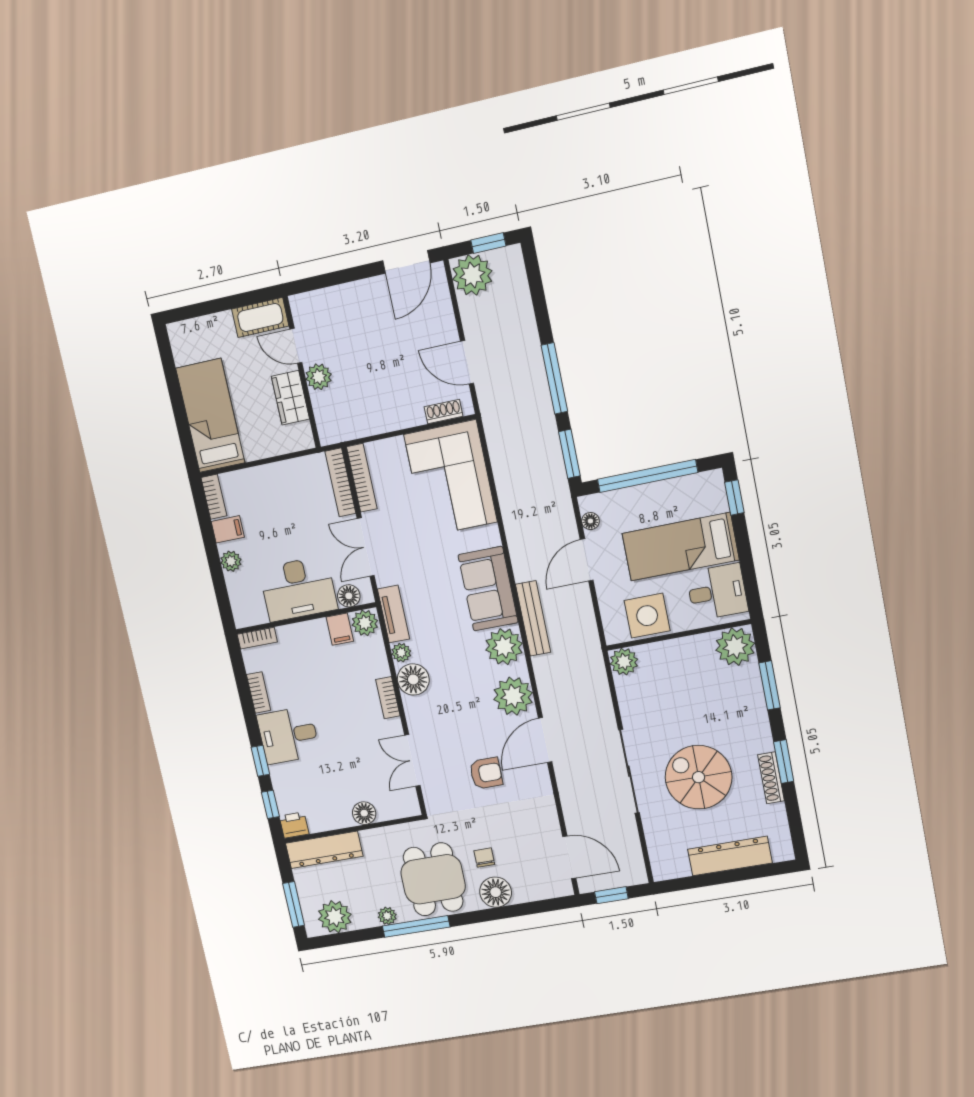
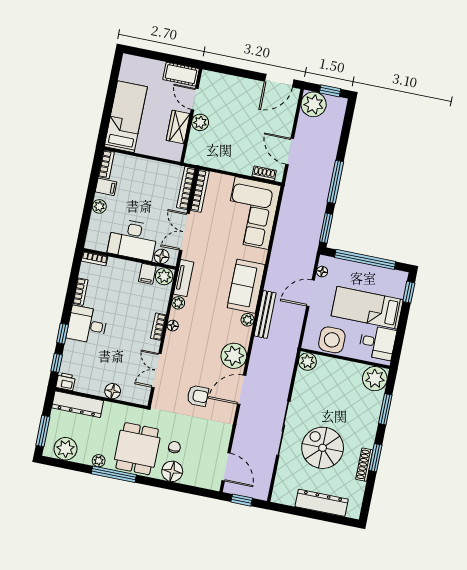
plant: (504, 647) -> (248, 320), width x0.53, depth x0.53
floor lamp: (413, 679) -> (173, 326), width x0.53, depth x0.53

